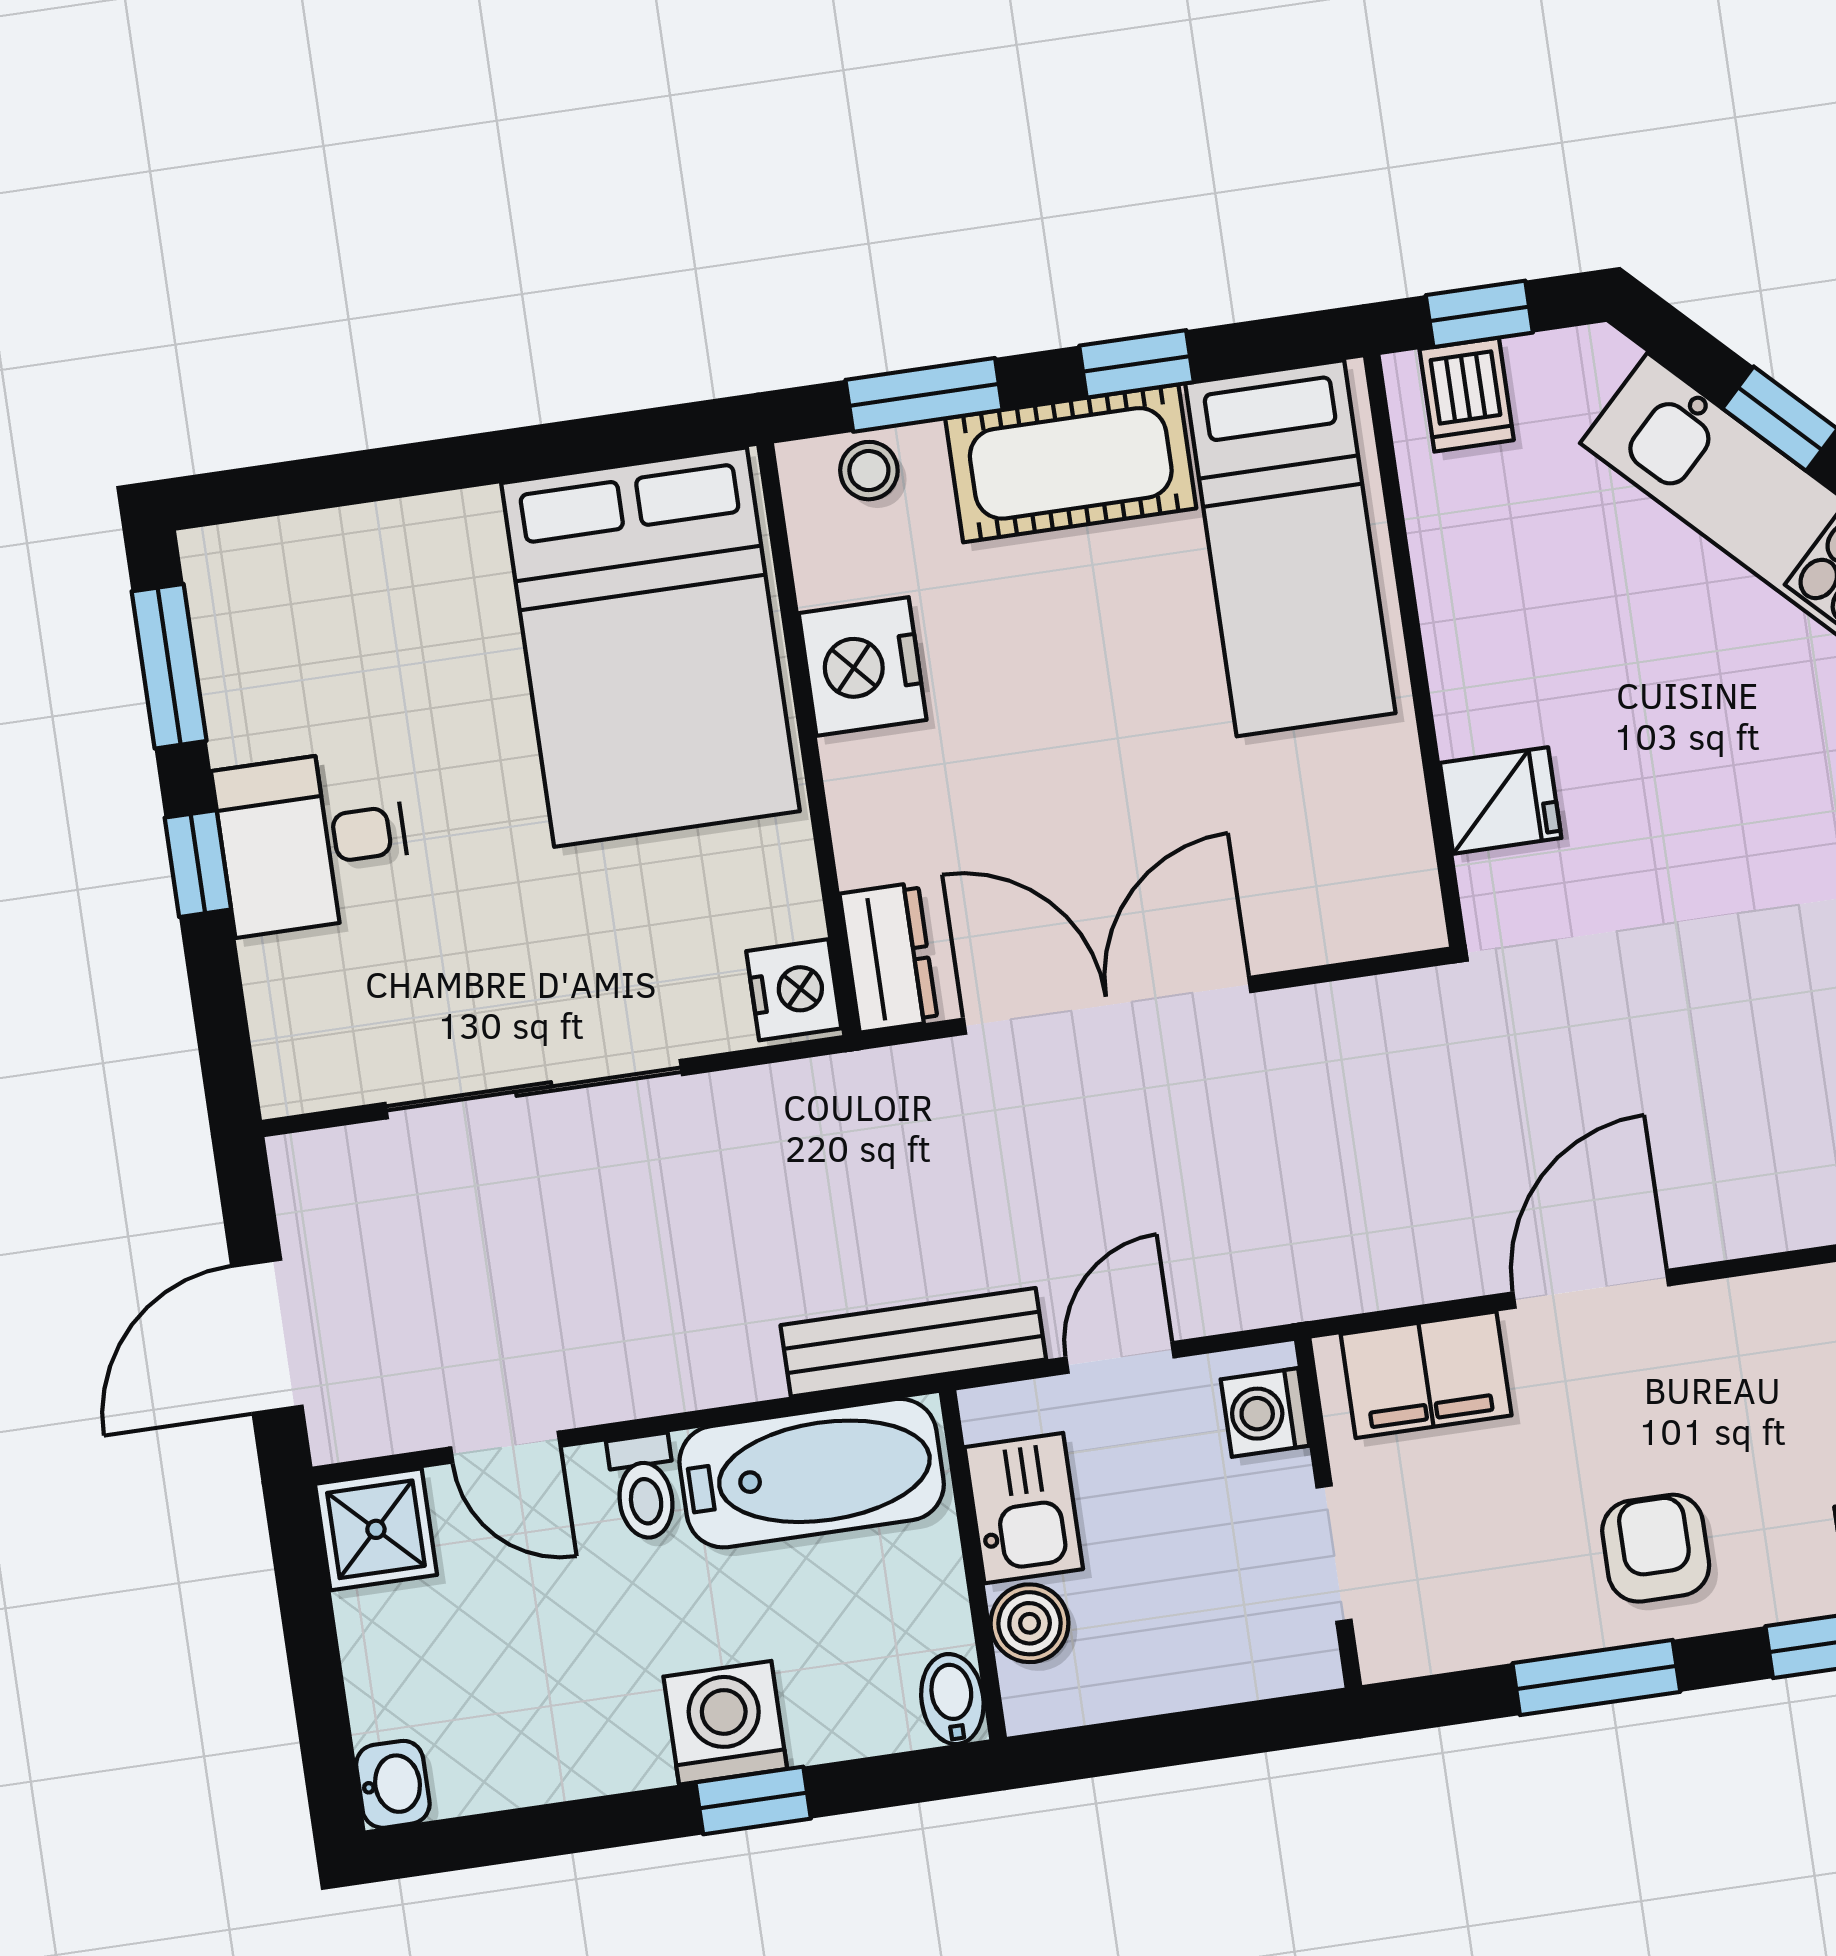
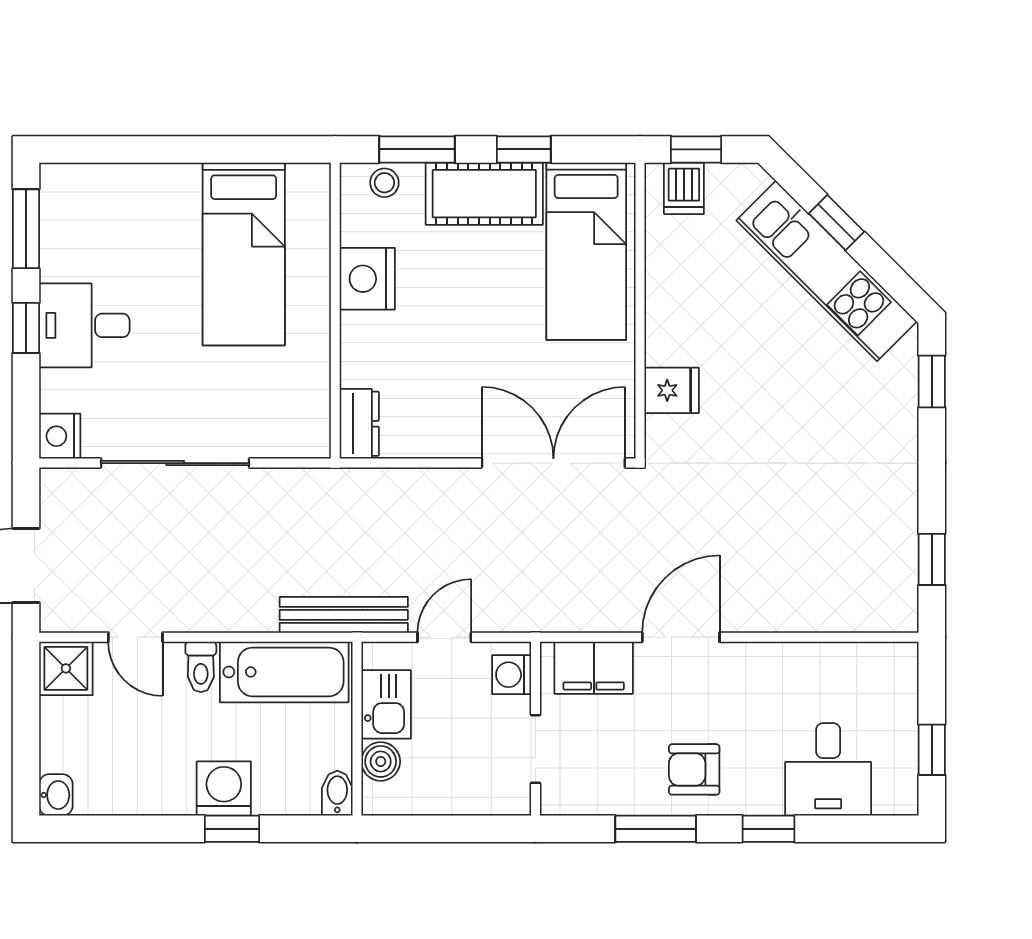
bed: (650, 647) -> (244, 254), width x0.67
nightstand: (794, 990) -> (60, 436), moved, turned 180
double door: (1107, 1005) -> (553, 463), moved
armchair: (1656, 1548) -> (694, 769), turned -90

